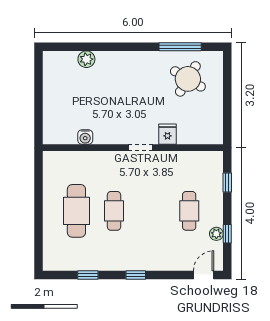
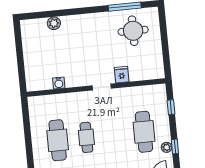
round table: (188, 79) -> (133, 31), turned -31
cafe table: (189, 211) -> (144, 132), width x1.37, depth x1.35

